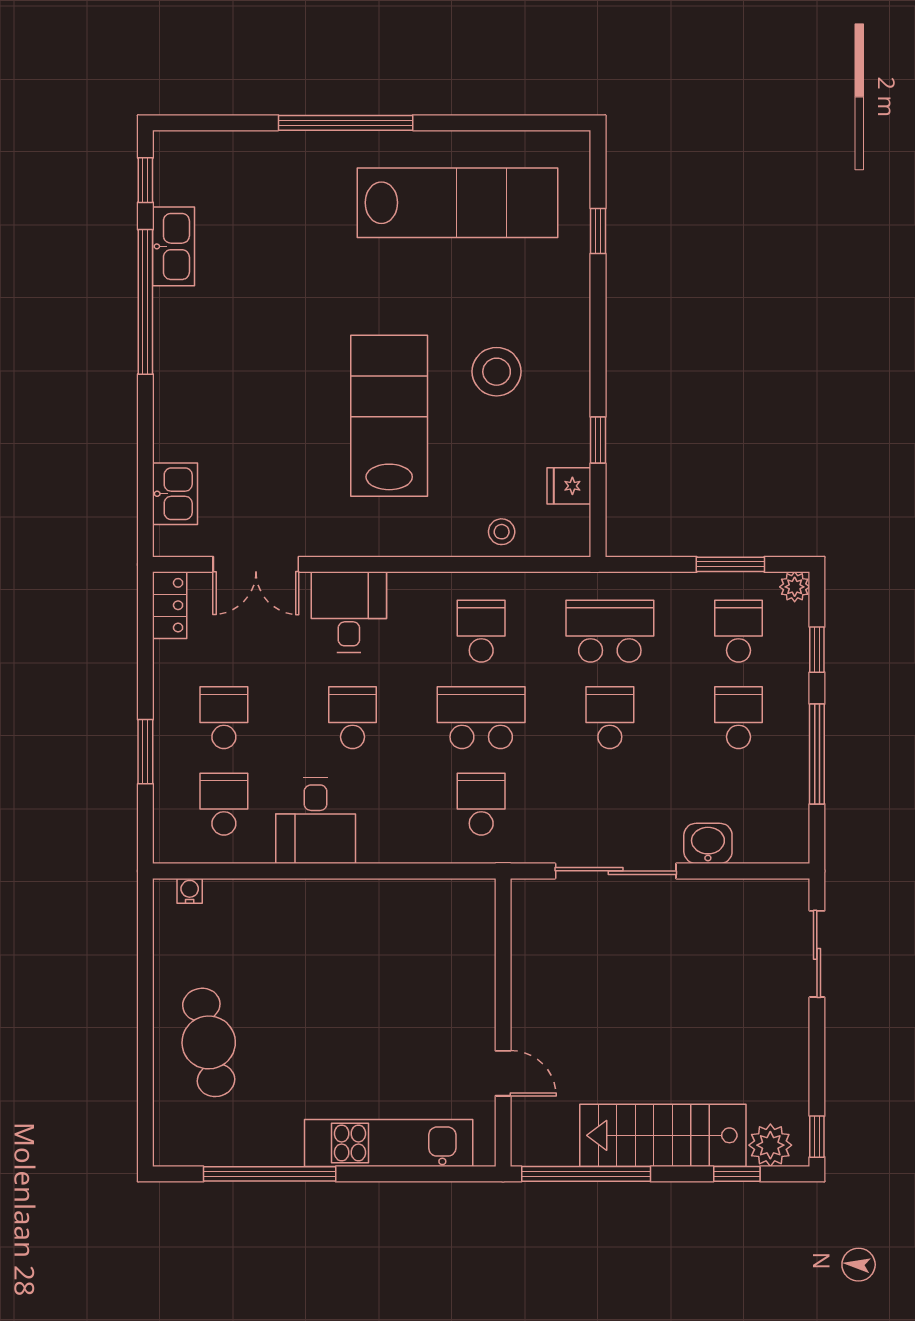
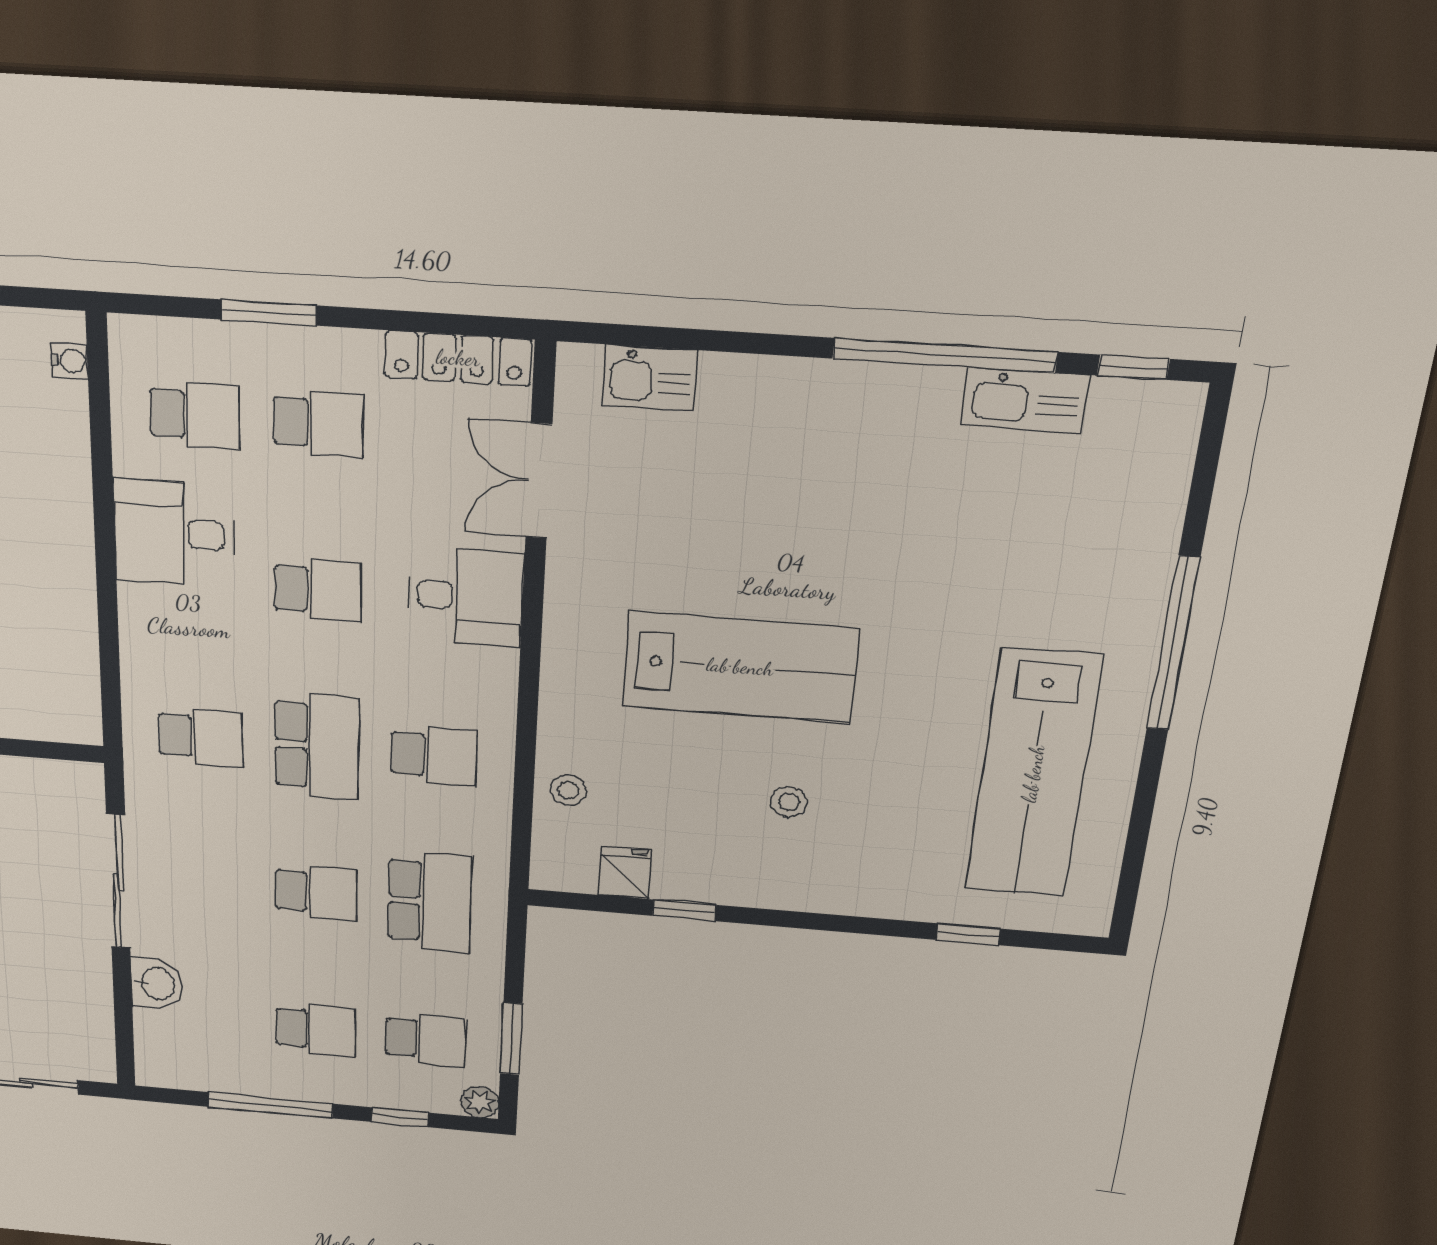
stool: (497, 372) -> (789, 802), width x0.53, depth x0.53
locker: (170, 605) -> (458, 358), width x1.53

